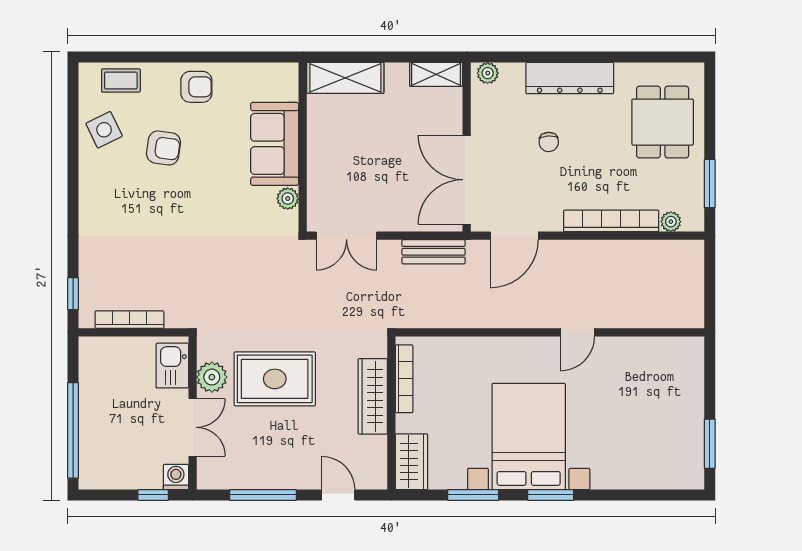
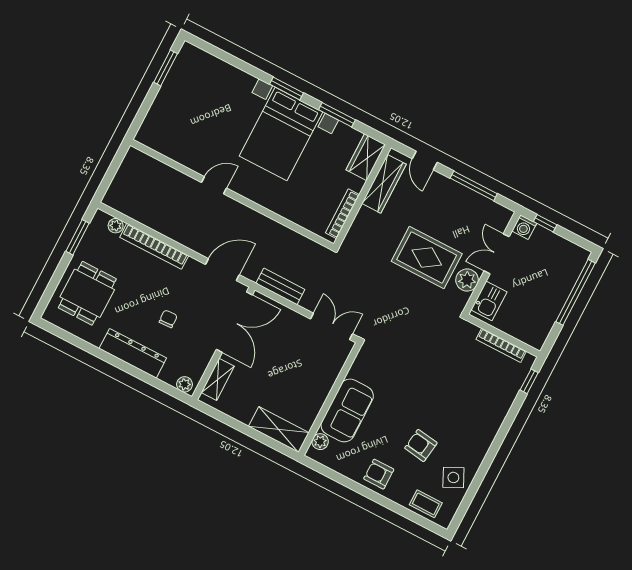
shelving: (436, 74) -> (218, 379), moved, turned 90
plant: (288, 199) -> (320, 442), moved
wardrobe: (373, 396) -> (384, 184), moved

